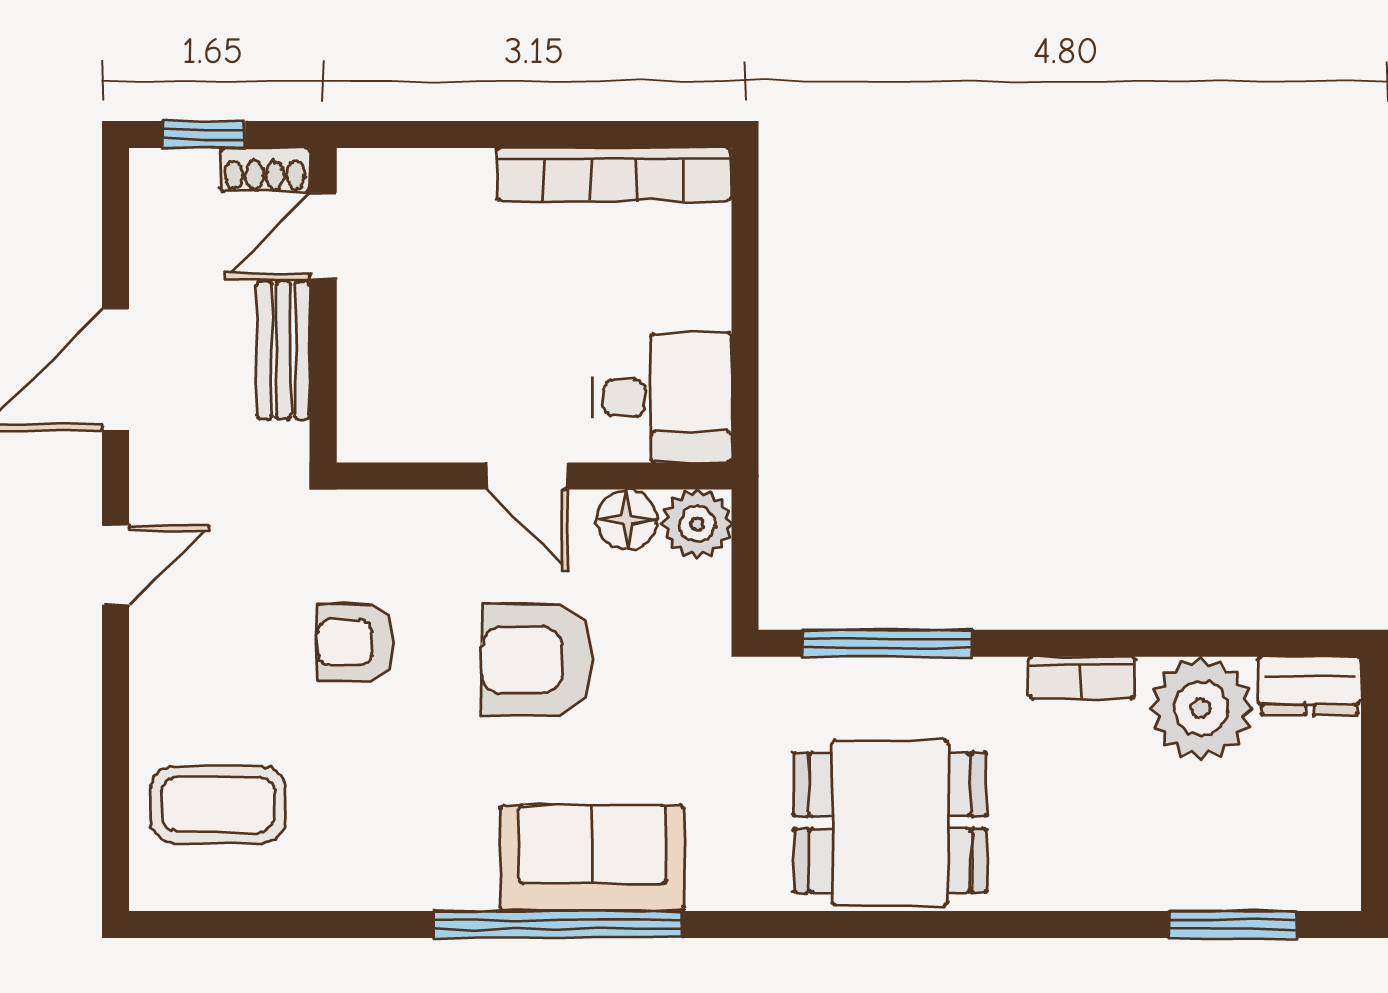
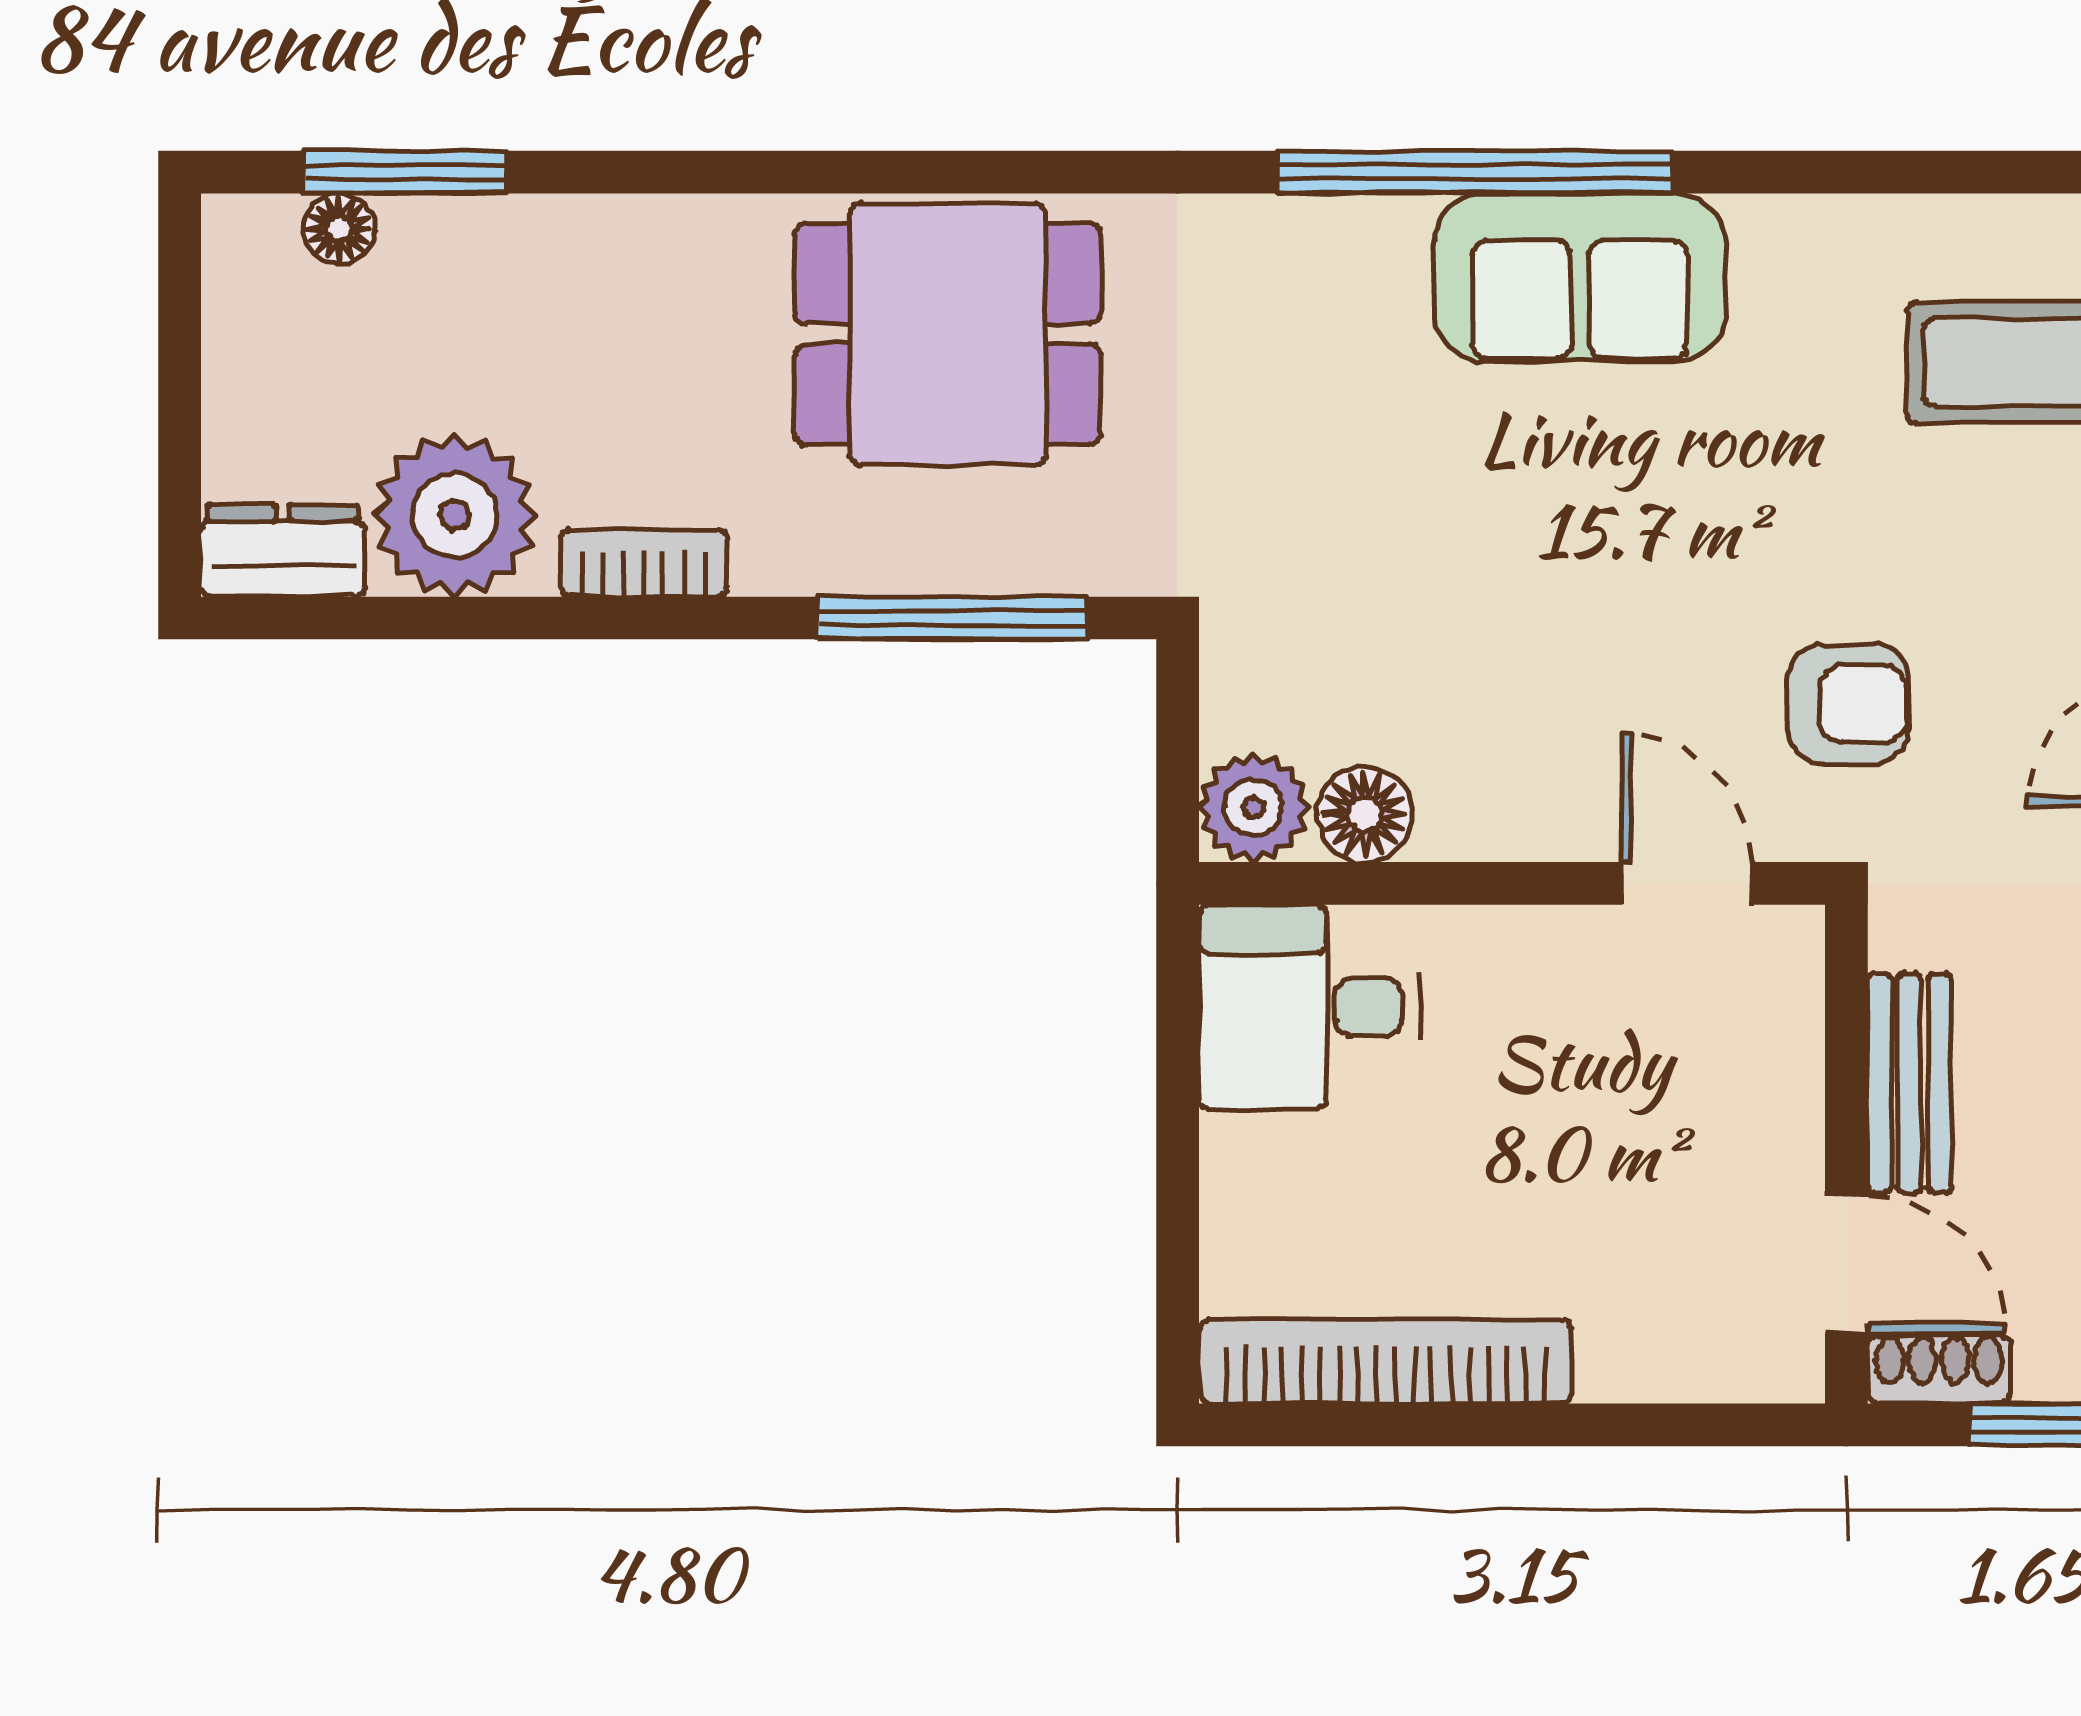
door: (323, 236) -> (1846, 1264), hinge flipped
door: (527, 476) -> (1686, 883), moved
armchair: (355, 643) -> (1848, 704), moved
armchair: (537, 660) -> (1507, 592), removed
sofa: (592, 858) -> (1580, 277), moved
floor lamp: (1274, 889) -> (339, 229), added

